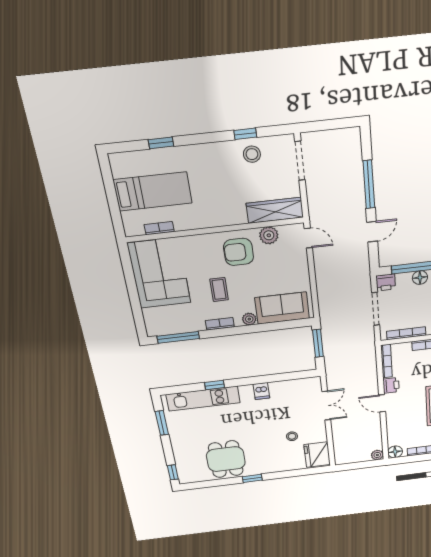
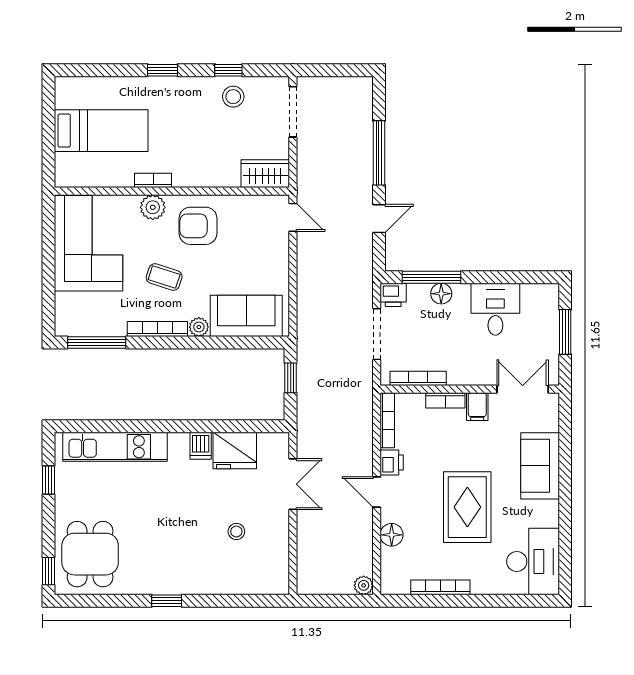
window: (161, 143) -> (163, 70), moved
wardrobe: (275, 210) -> (265, 174), width x0.67
bookcase: (159, 228) -> (153, 180), moved
plant: (269, 235) -> (153, 207), moved
coffee table: (219, 290) -> (164, 277), turned -72
bookcase: (220, 324) -> (157, 329), width x1.56
window: (318, 343) -> (291, 378), width x0.67
window: (214, 385) -> (135, 426), removed
window: (162, 423) -> (49, 480), width x0.67
floor lamp: (395, 452) -> (392, 535), moved
fridge: (317, 455) -> (235, 450), moved, turned -90
dining table: (226, 459) -> (90, 554), moved

